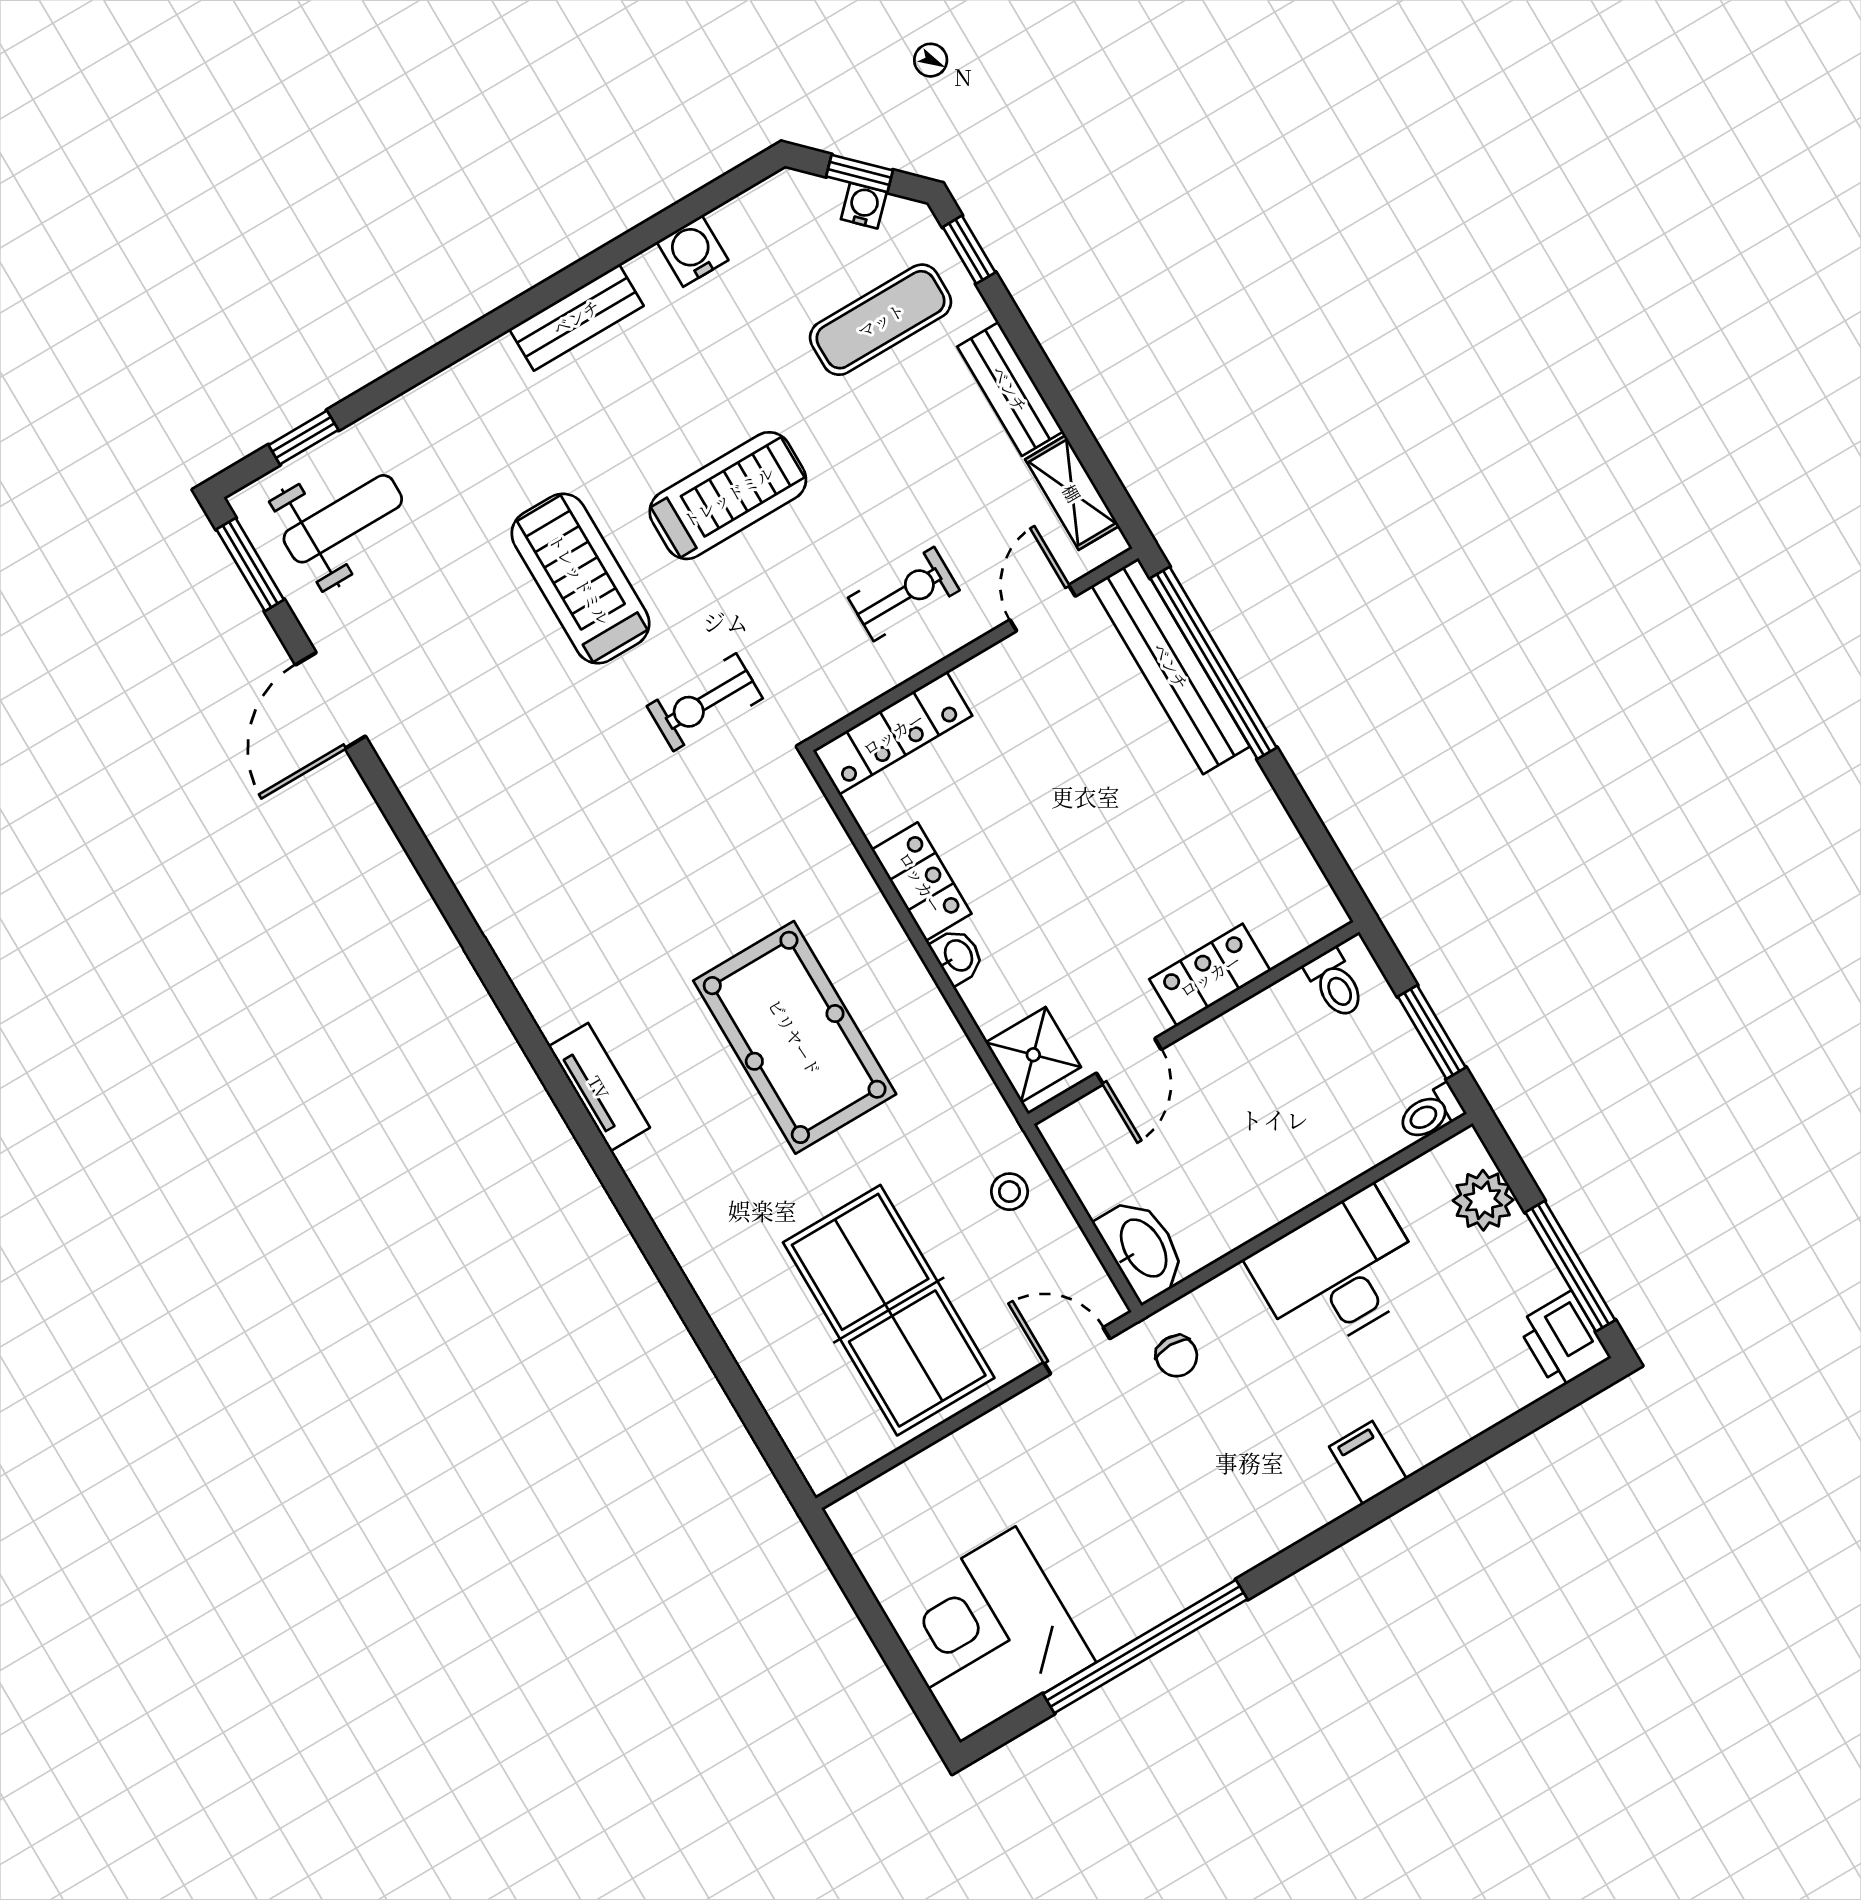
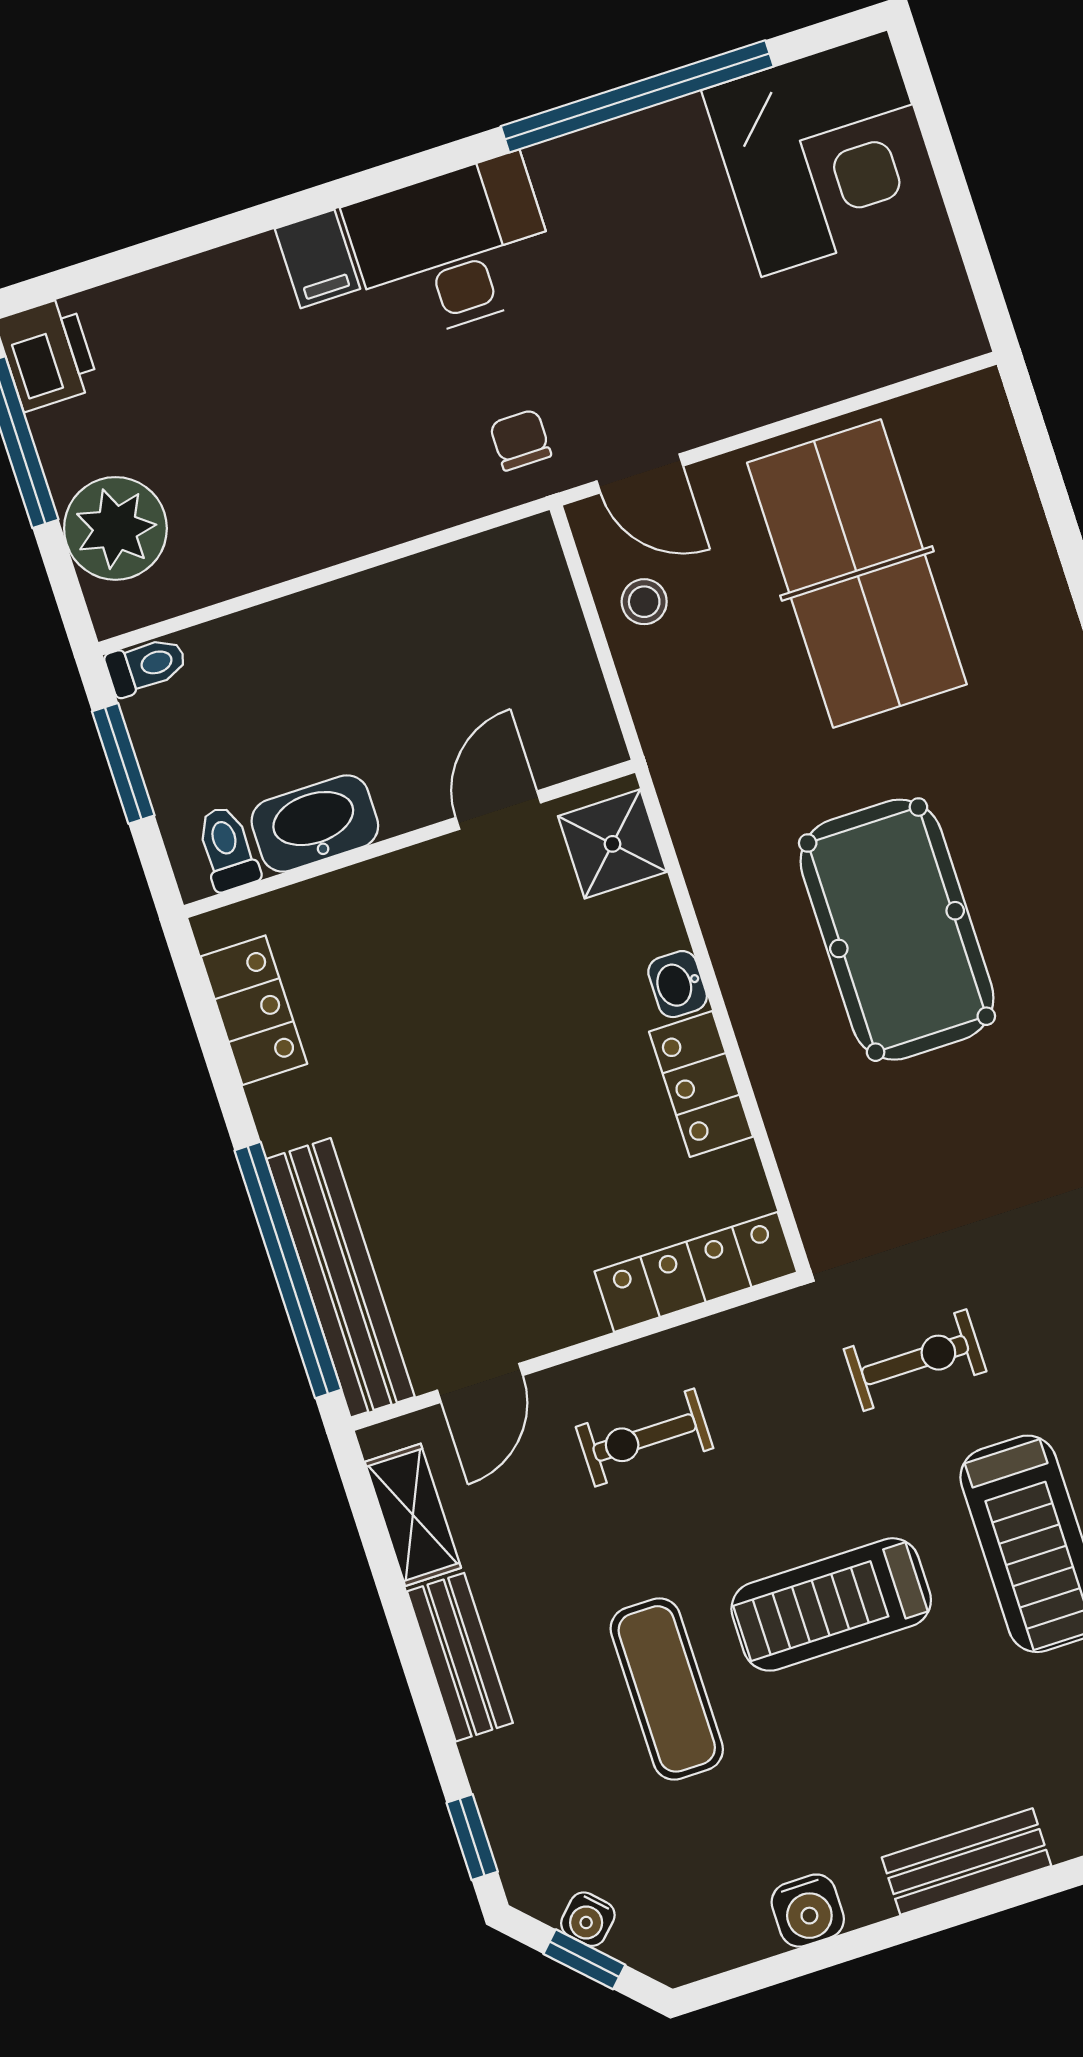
exercise mat: (881, 320) -> (667, 1689), moved, turned 90
locker: (1210, 975) -> (254, 1010), moved, turned -90
stool: (1009, 1192) -> (644, 602), moved
plant: (1483, 1200) -> (115, 528), width x1.36, depth x1.36
washbasin: (1142, 1249) -> (315, 823), moved, turned 90
desk: (1338, 1272) -> (452, 249), moved, turned 180

